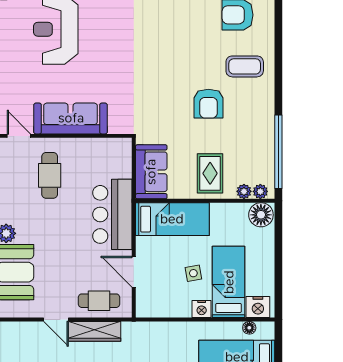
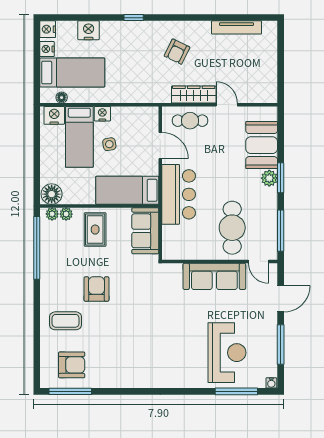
cafe table: (50, 175) -> (232, 228), width x1.37, depth x1.35

